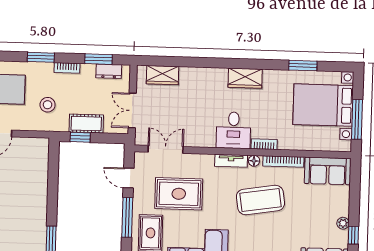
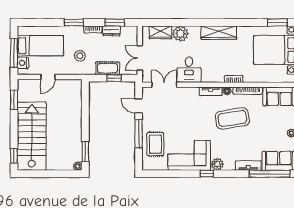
window: (303, 66) -> (277, 22), moved
dresser: (109, 71) -> (111, 31), moved
plant: (191, 78) -> (180, 34), added
wardrobe: (245, 78) -> (219, 33), width x1.50
desk: (233, 130) -> (189, 70), moved
window: (80, 137) -> (114, 78), moved
rug: (179, 194) -> (175, 116), removed

